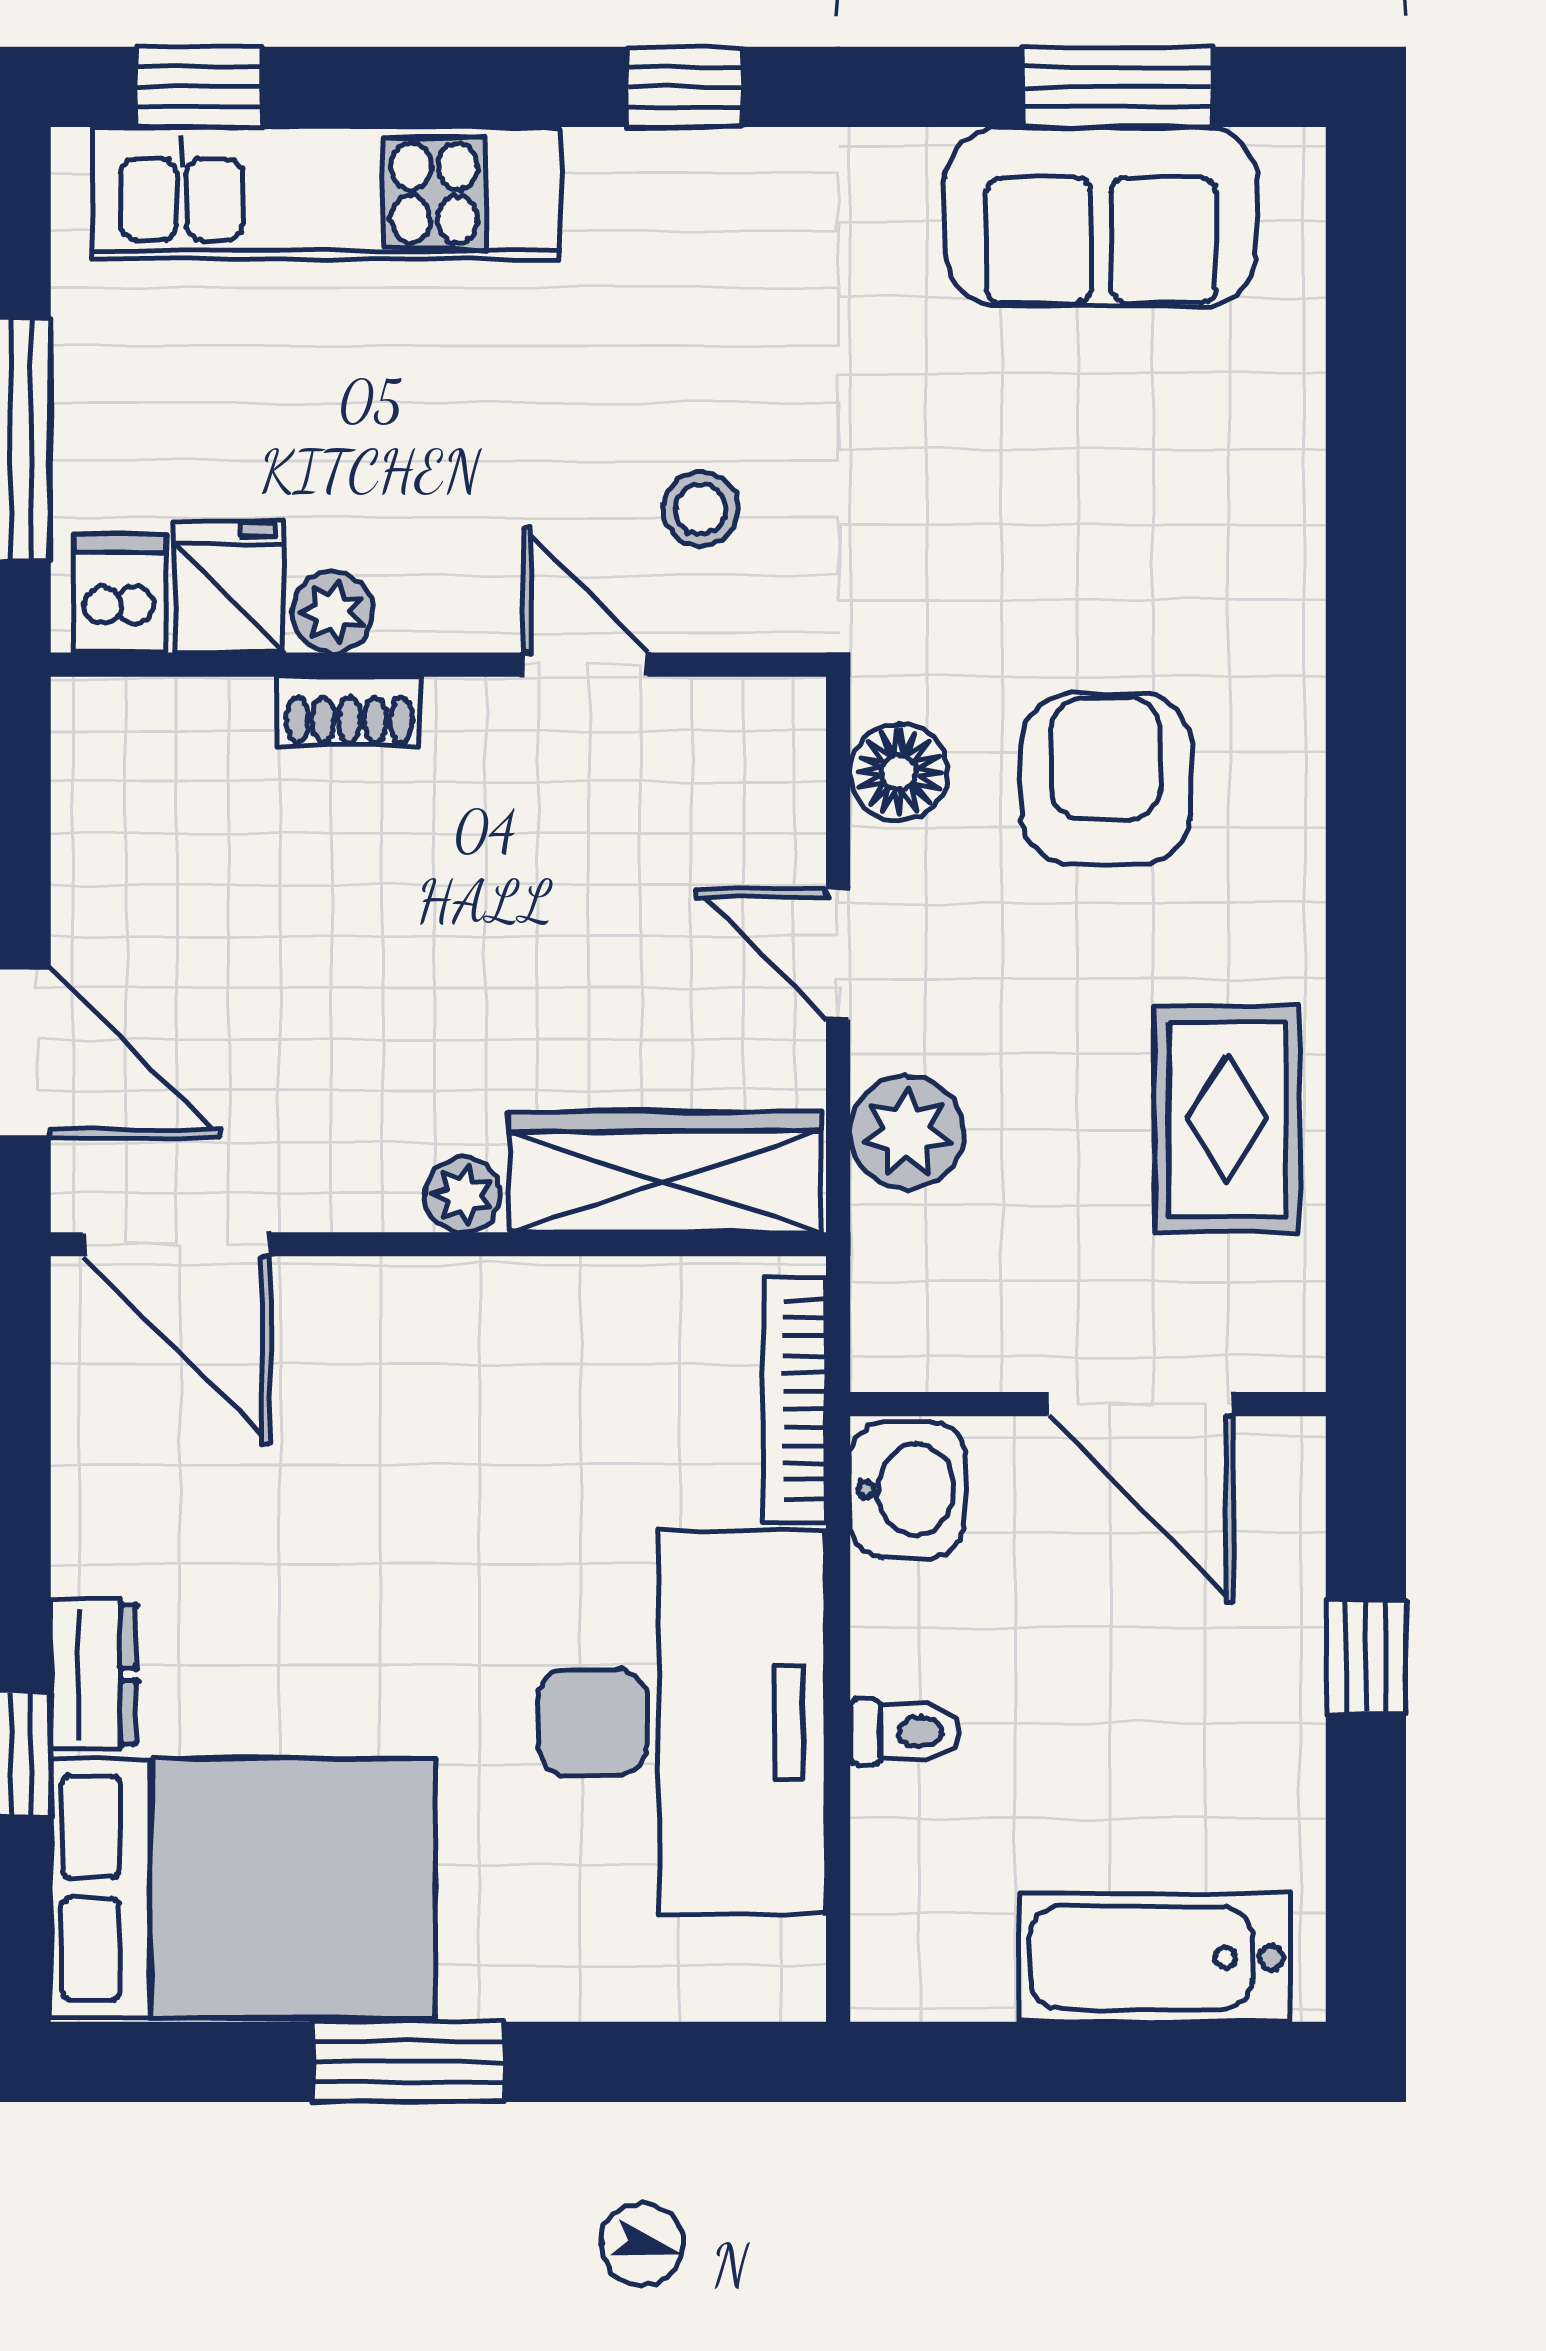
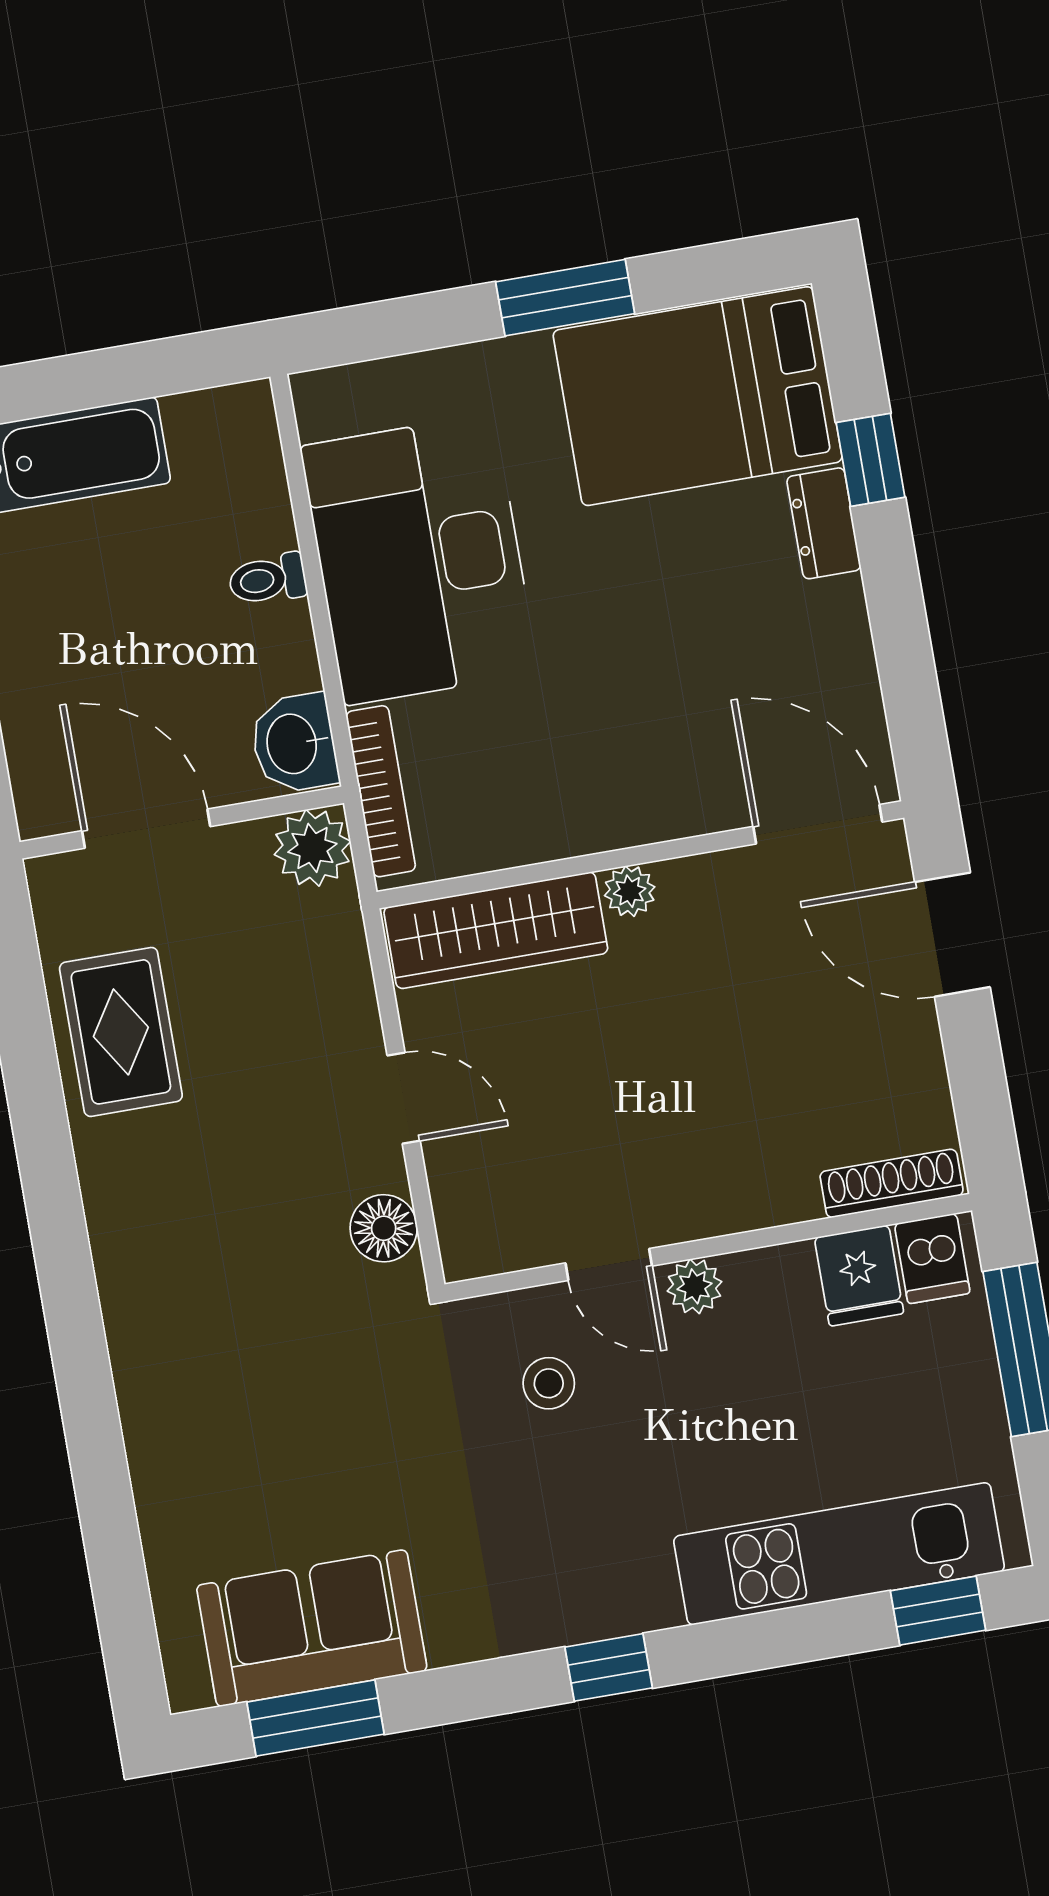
plant: (333, 612) -> (695, 1286), moved
shoe rack: (349, 711) -> (892, 1183), moved, width x1.43
armchair: (1106, 779) -> (243, 1248), removed
plant: (907, 1133) -> (312, 848), moved

